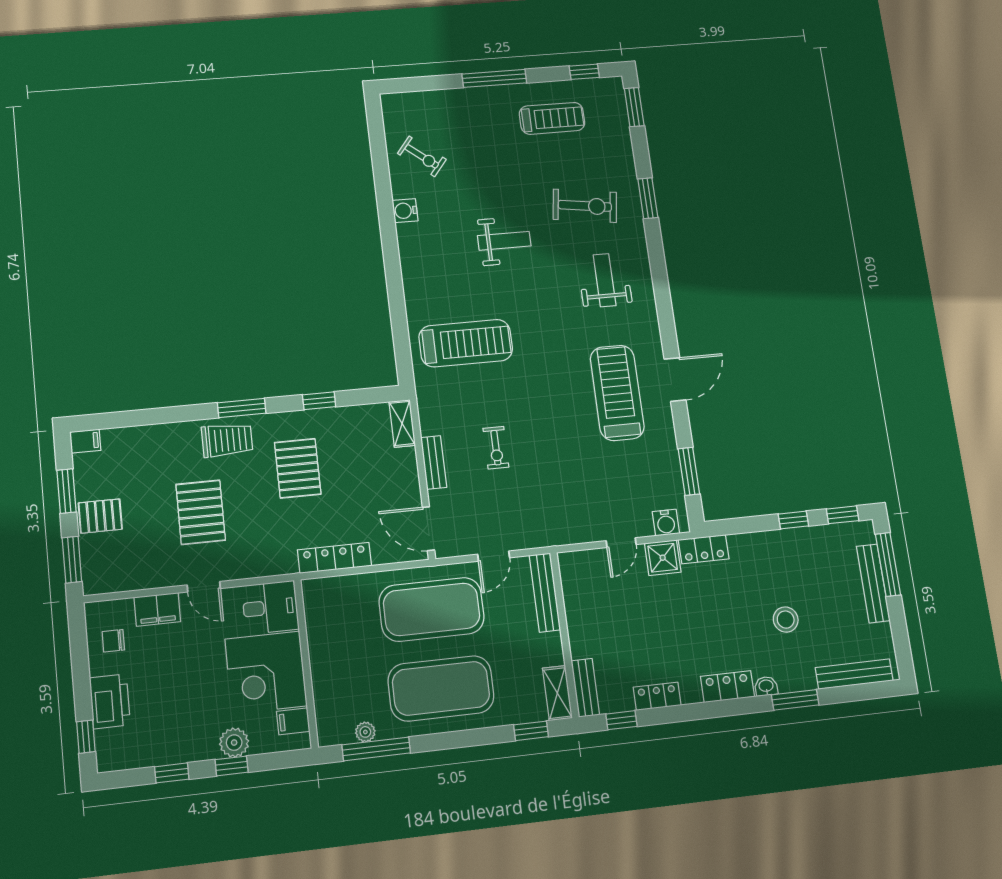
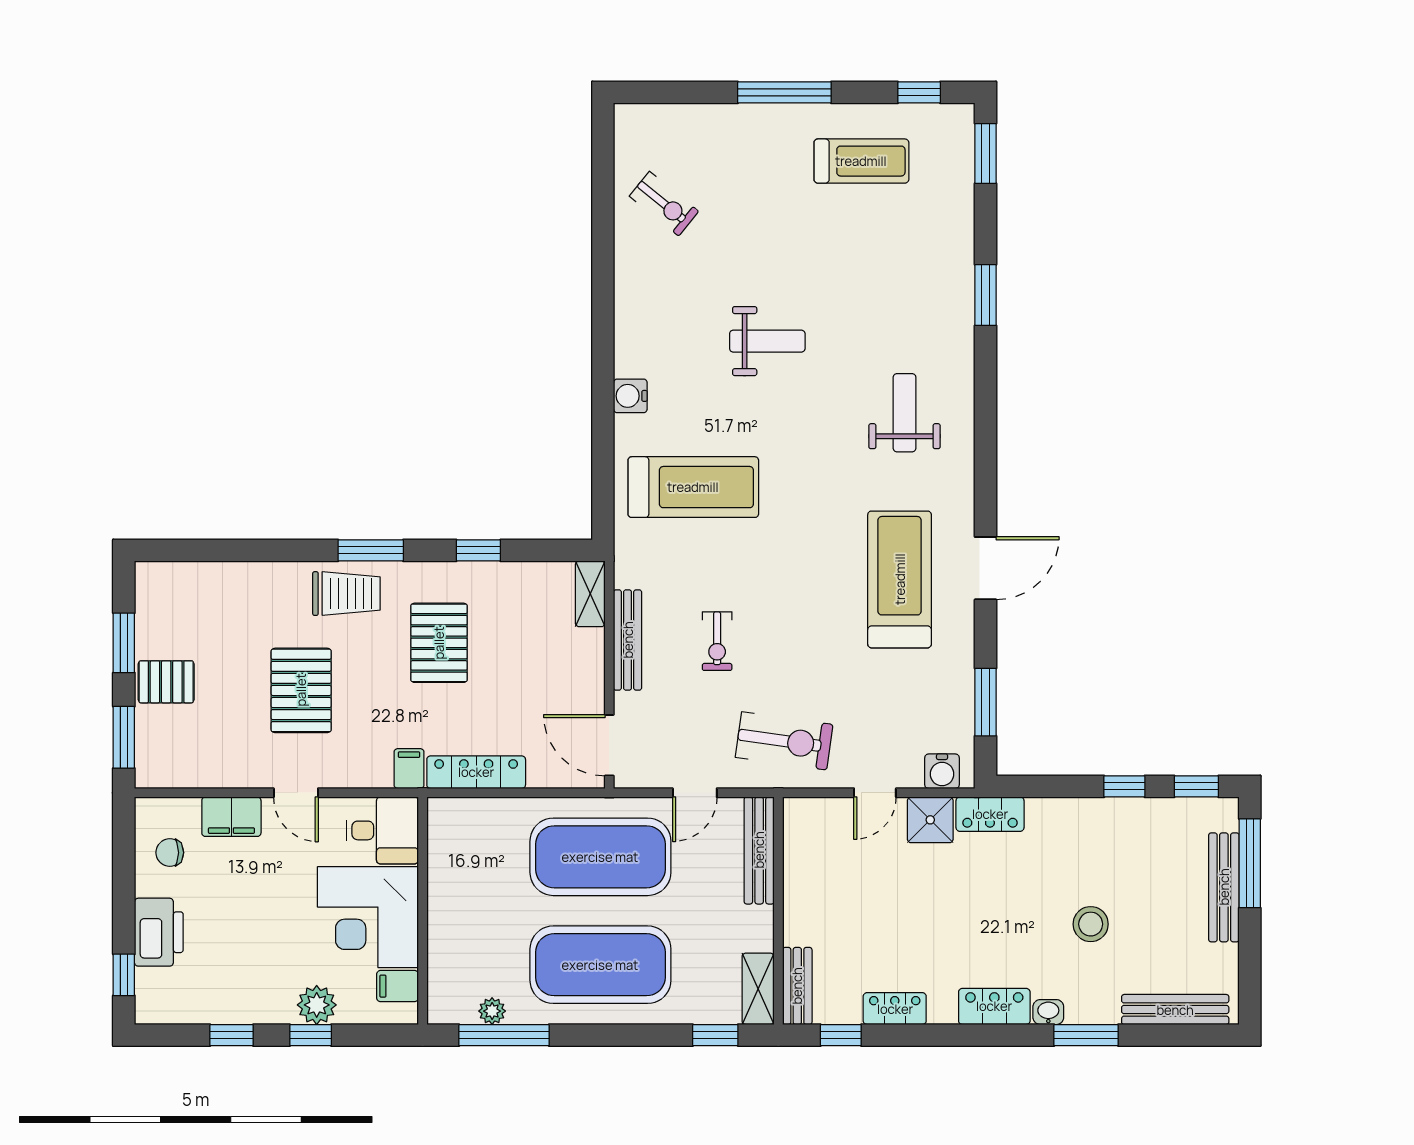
exercise bike: (585, 206) -> (784, 741), moved
water cooler: (405, 211) -> (630, 396), moved
filing cabinet: (85, 441) -> (409, 769), moved, turned -90
bench: (434, 462) -> (628, 640), width x1.36

